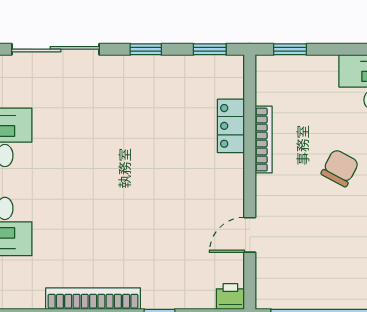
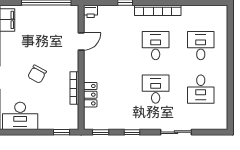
sliding door: (55, 49) -> (176, 132), width x0.73
desk: (97, 137) -> (156, 89), added
desk: (97, 227) -> (156, 46), added

